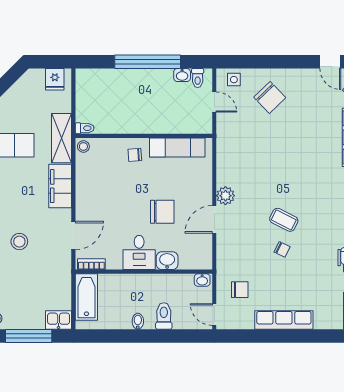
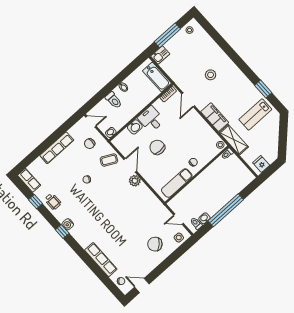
chair: (162, 212) -> (157, 147), turned 90
coffee table: (284, 220) -> (109, 160), moved

